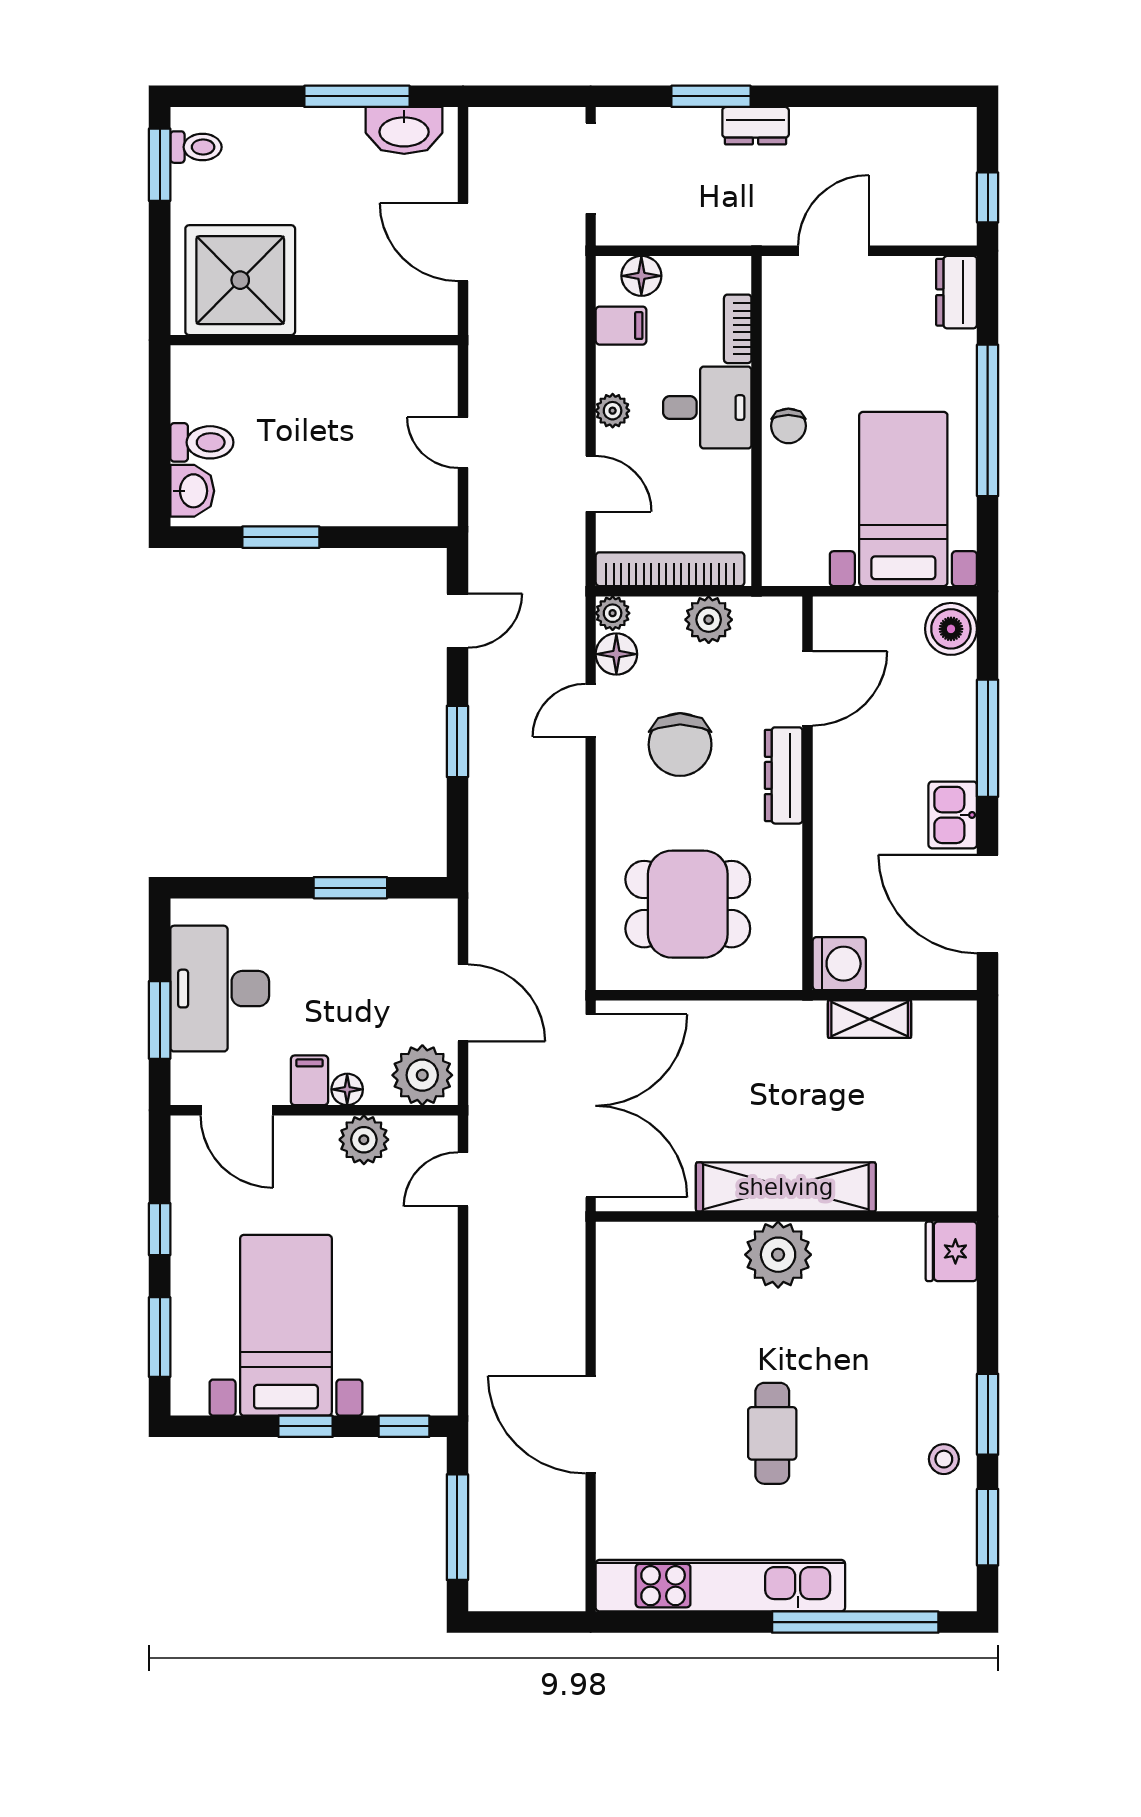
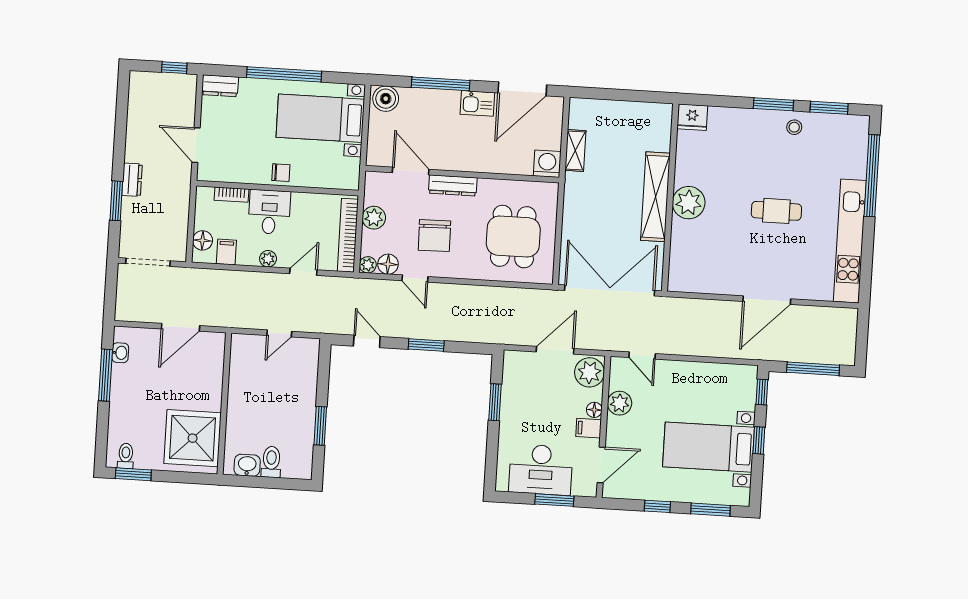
washbasin: (404, 130) -> (120, 353), width x0.52, depth x0.69
washbasin: (192, 491) -> (247, 465), moved
chair: (680, 745) -> (434, 236), turned 89

